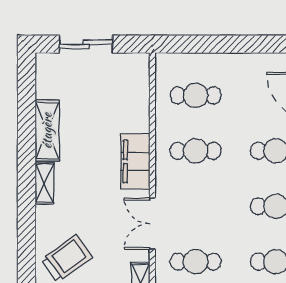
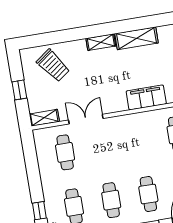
cafe table: (196, 151) -> (139, 140), removed
filing cabinet: (135, 161) -> (146, 97), moved

